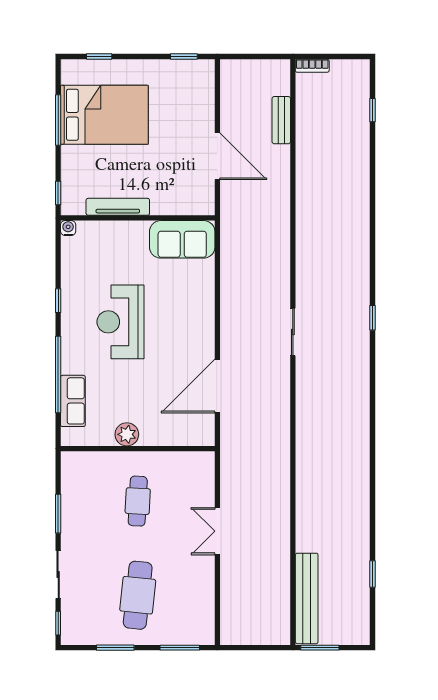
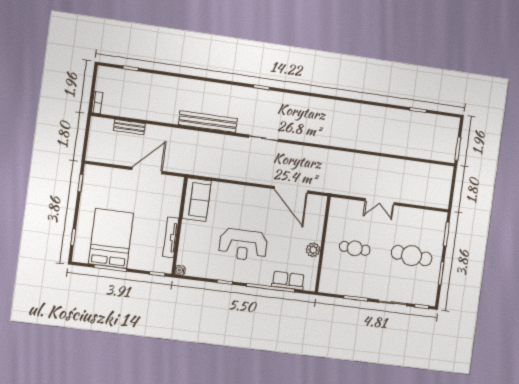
bench: (307, 598) -> (208, 122), moved

